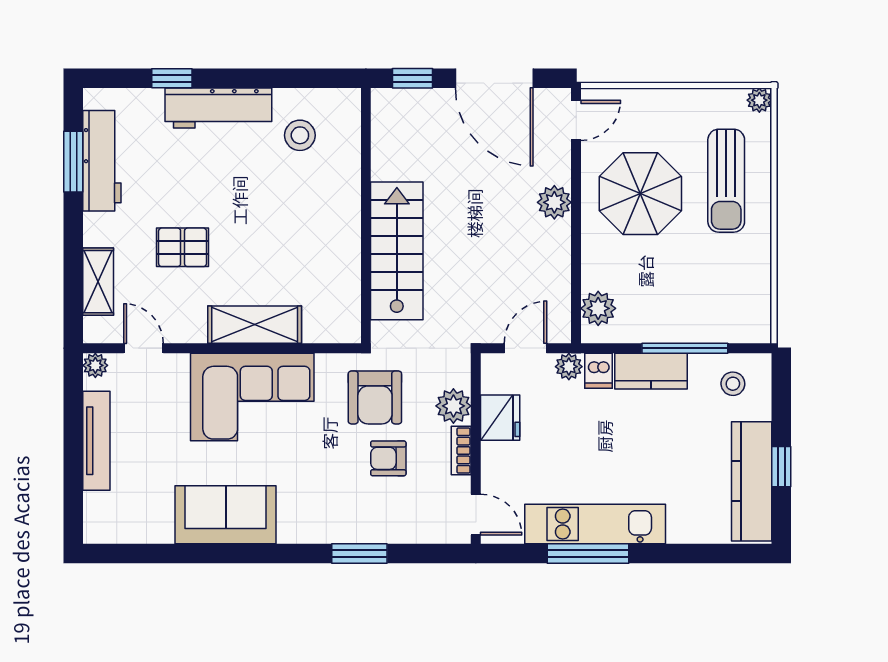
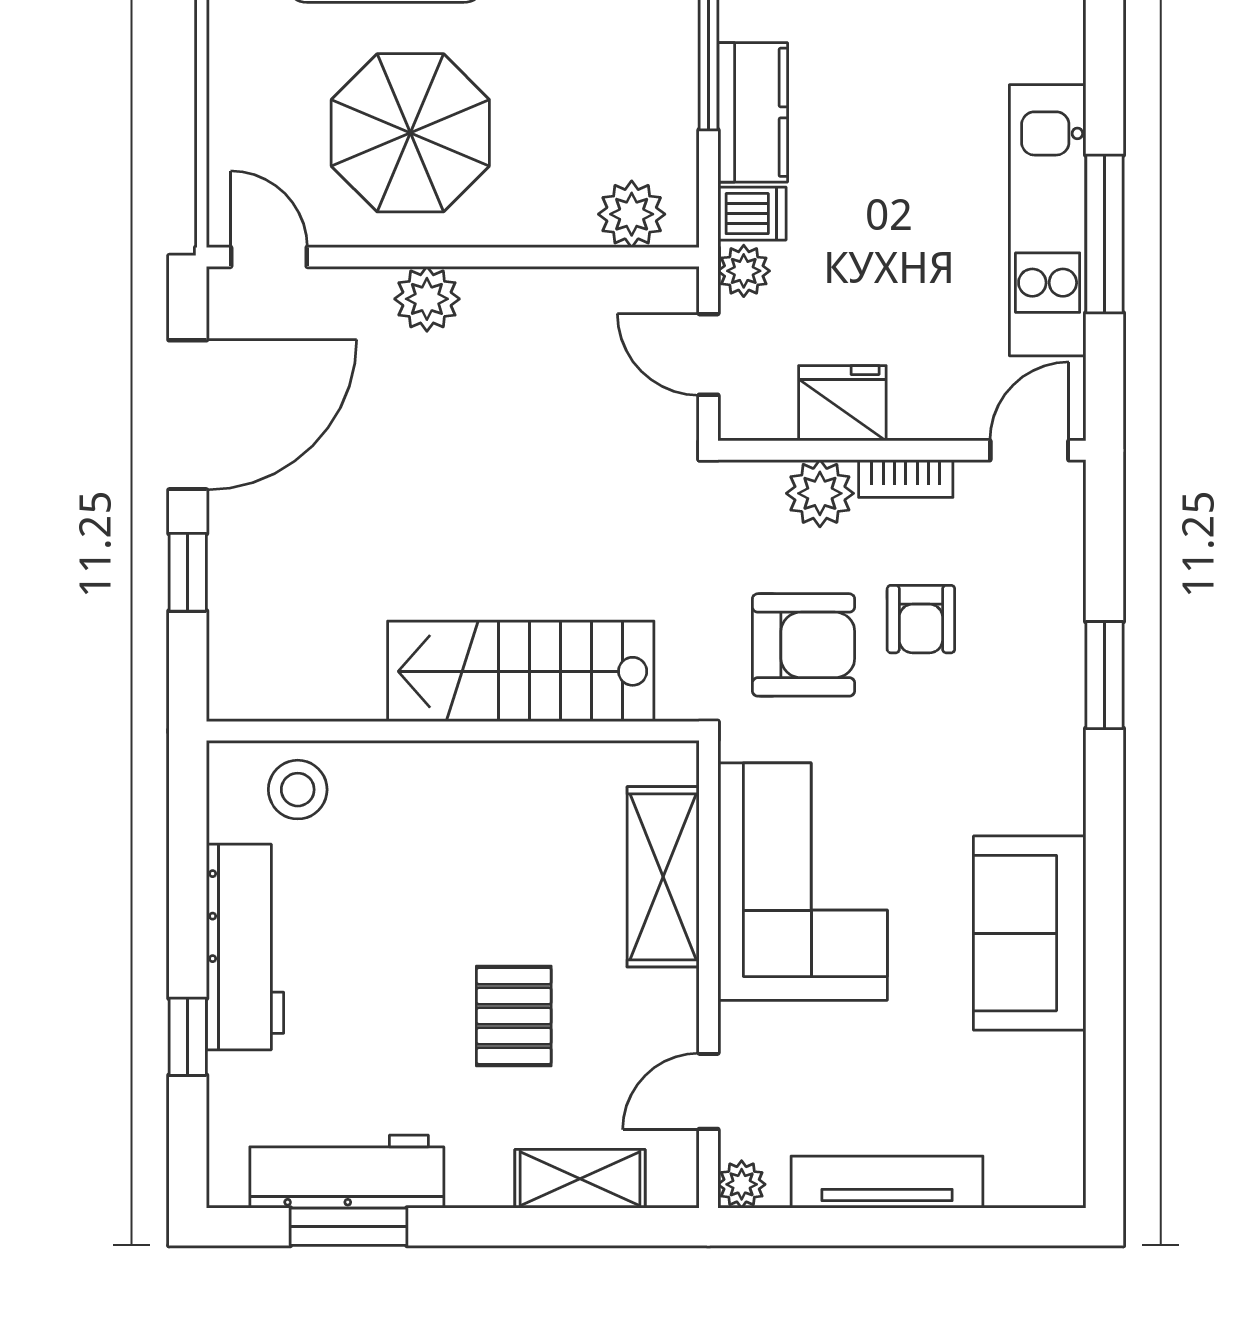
wall: (366, 216) -> (453, 731), moved
stairs: (397, 251) -> (521, 671), moved

